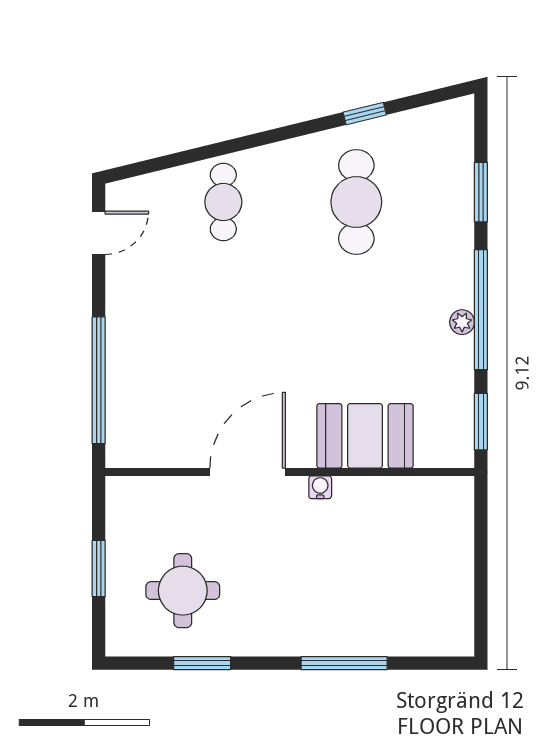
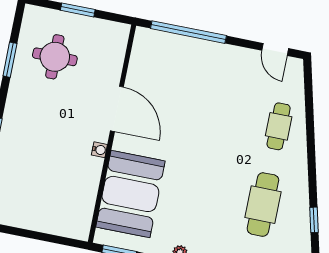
cafe table: (223, 202) -> (279, 126), turned 90
cafe table: (356, 202) -> (263, 205), turned 90
booth: (365, 436) -> (130, 194), width x1.36, depth x1.42

